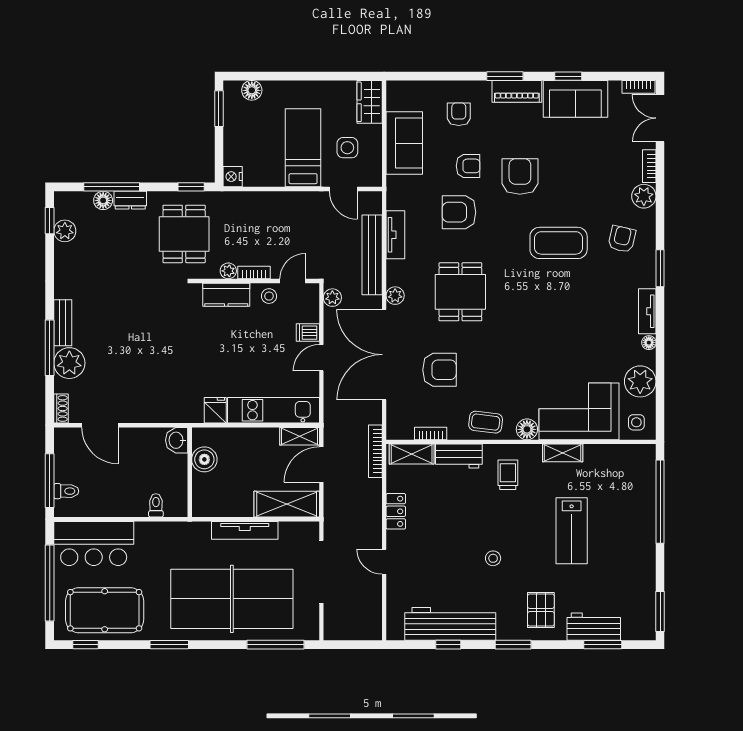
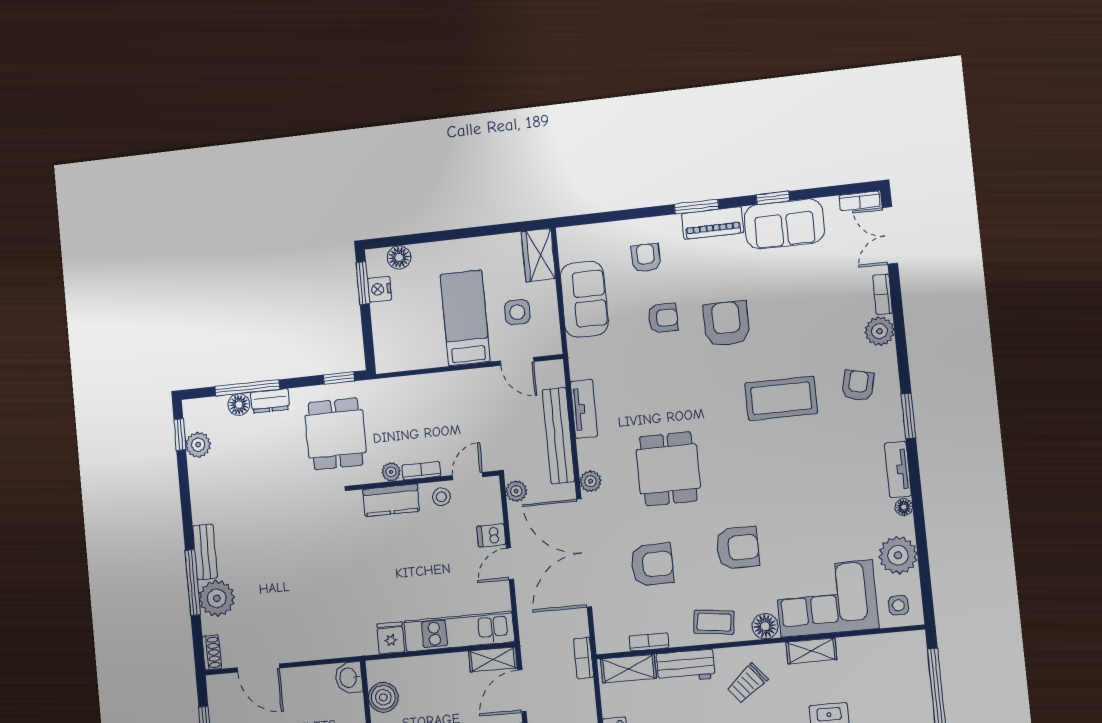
nightstand: (233, 177) -> (379, 289), moved
armchair: (459, 212) -> (738, 548), moved, turned 180
bookcase: (375, 451) -> (584, 658), width x0.64
trolley: (508, 475) -> (747, 683), turned -129

